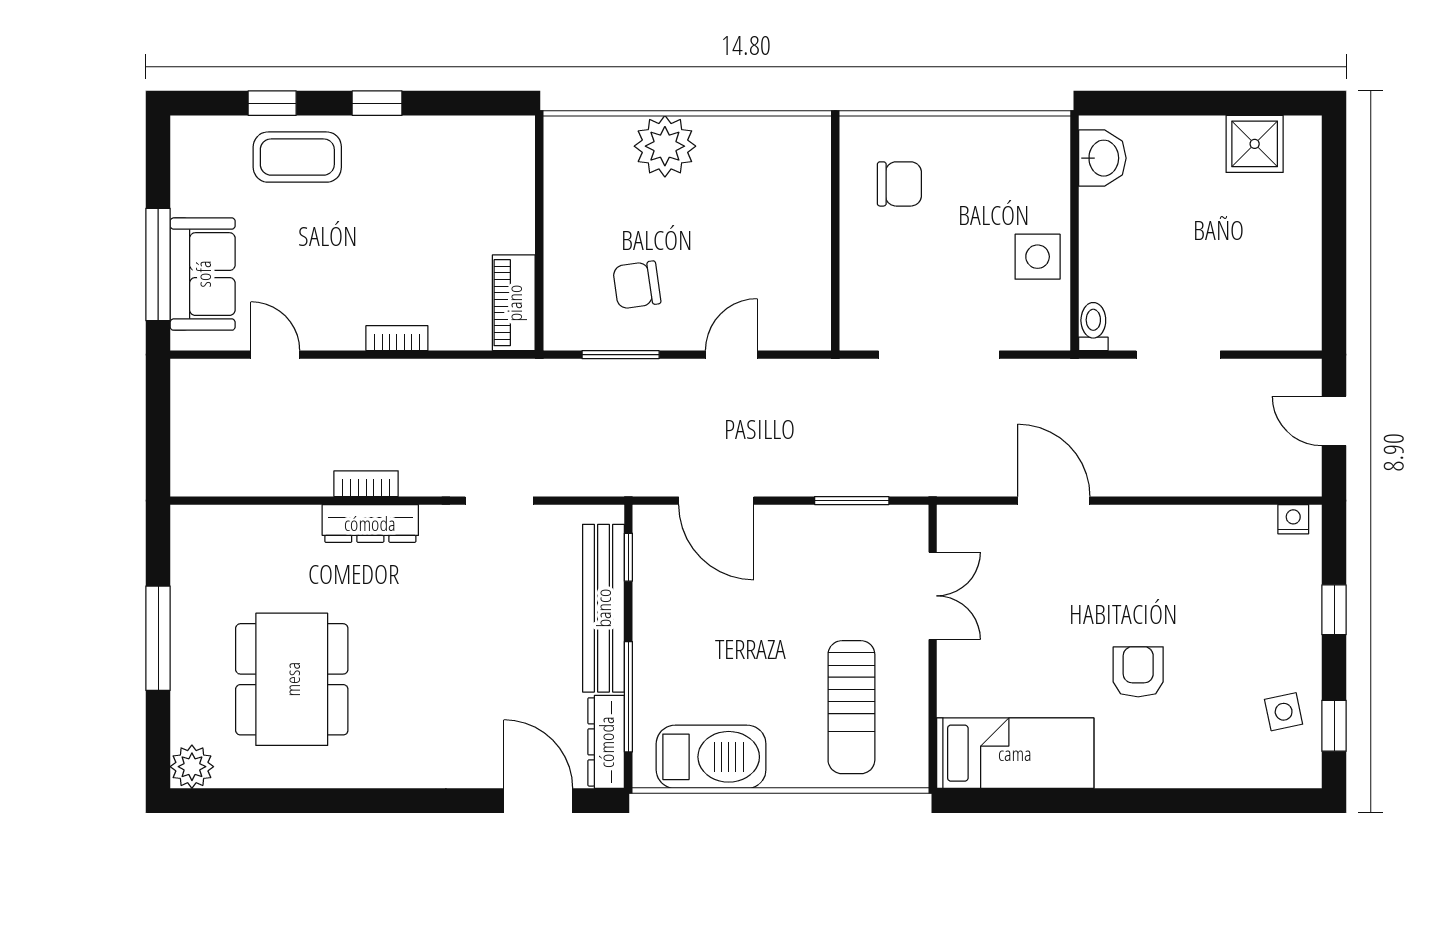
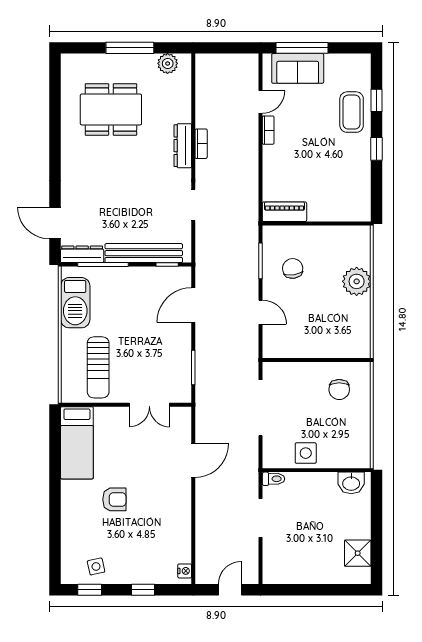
bookcase: (397, 338) -> (268, 130), moved
sun lounger: (851, 707) -> (98, 367), turned -90
plant: (192, 767) -> (168, 63), moved
door: (538, 801) -> (55, 223), swing flipped

